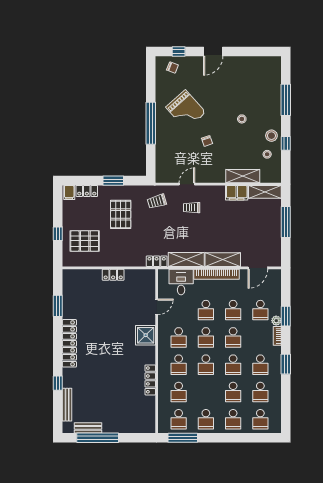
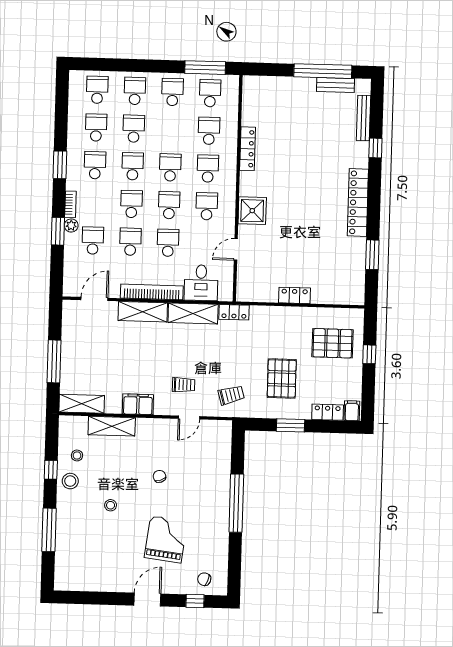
grand piano: (186, 110) -> (166, 539), moved, turned 49
filing cabinet: (237, 193) -> (138, 404), moved

